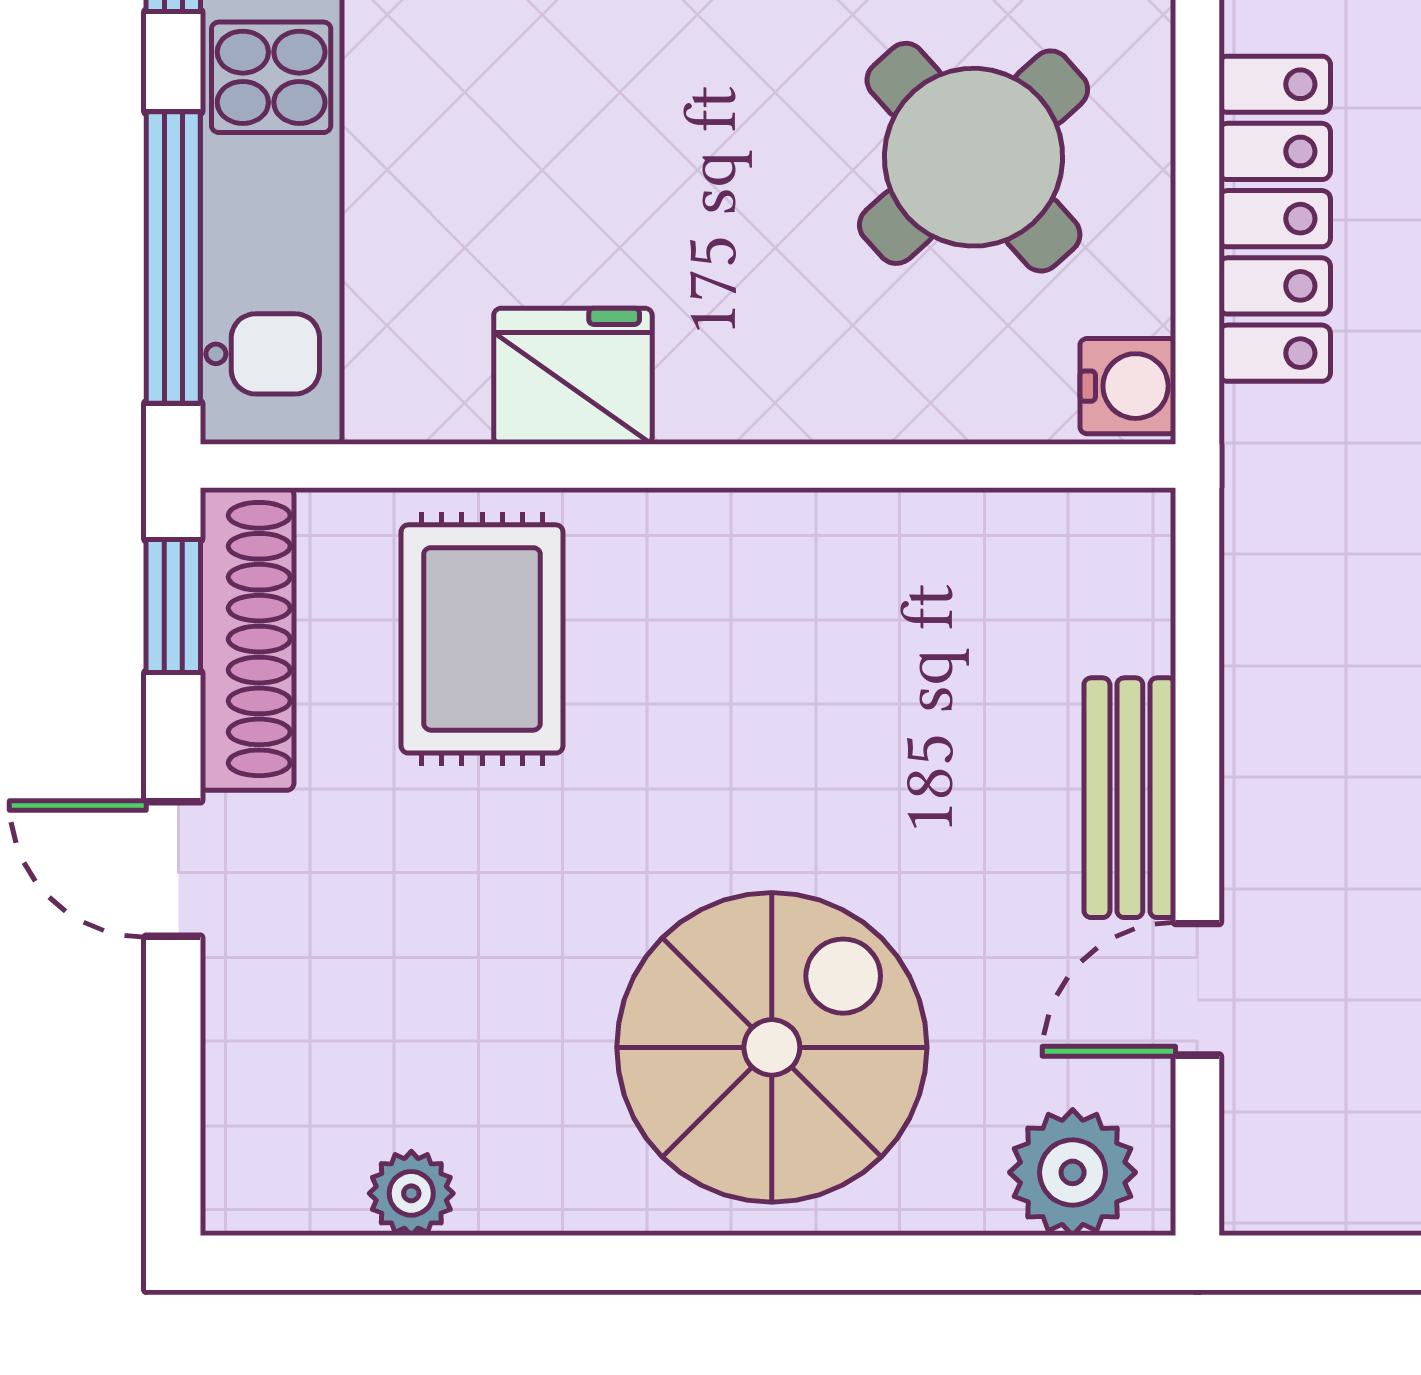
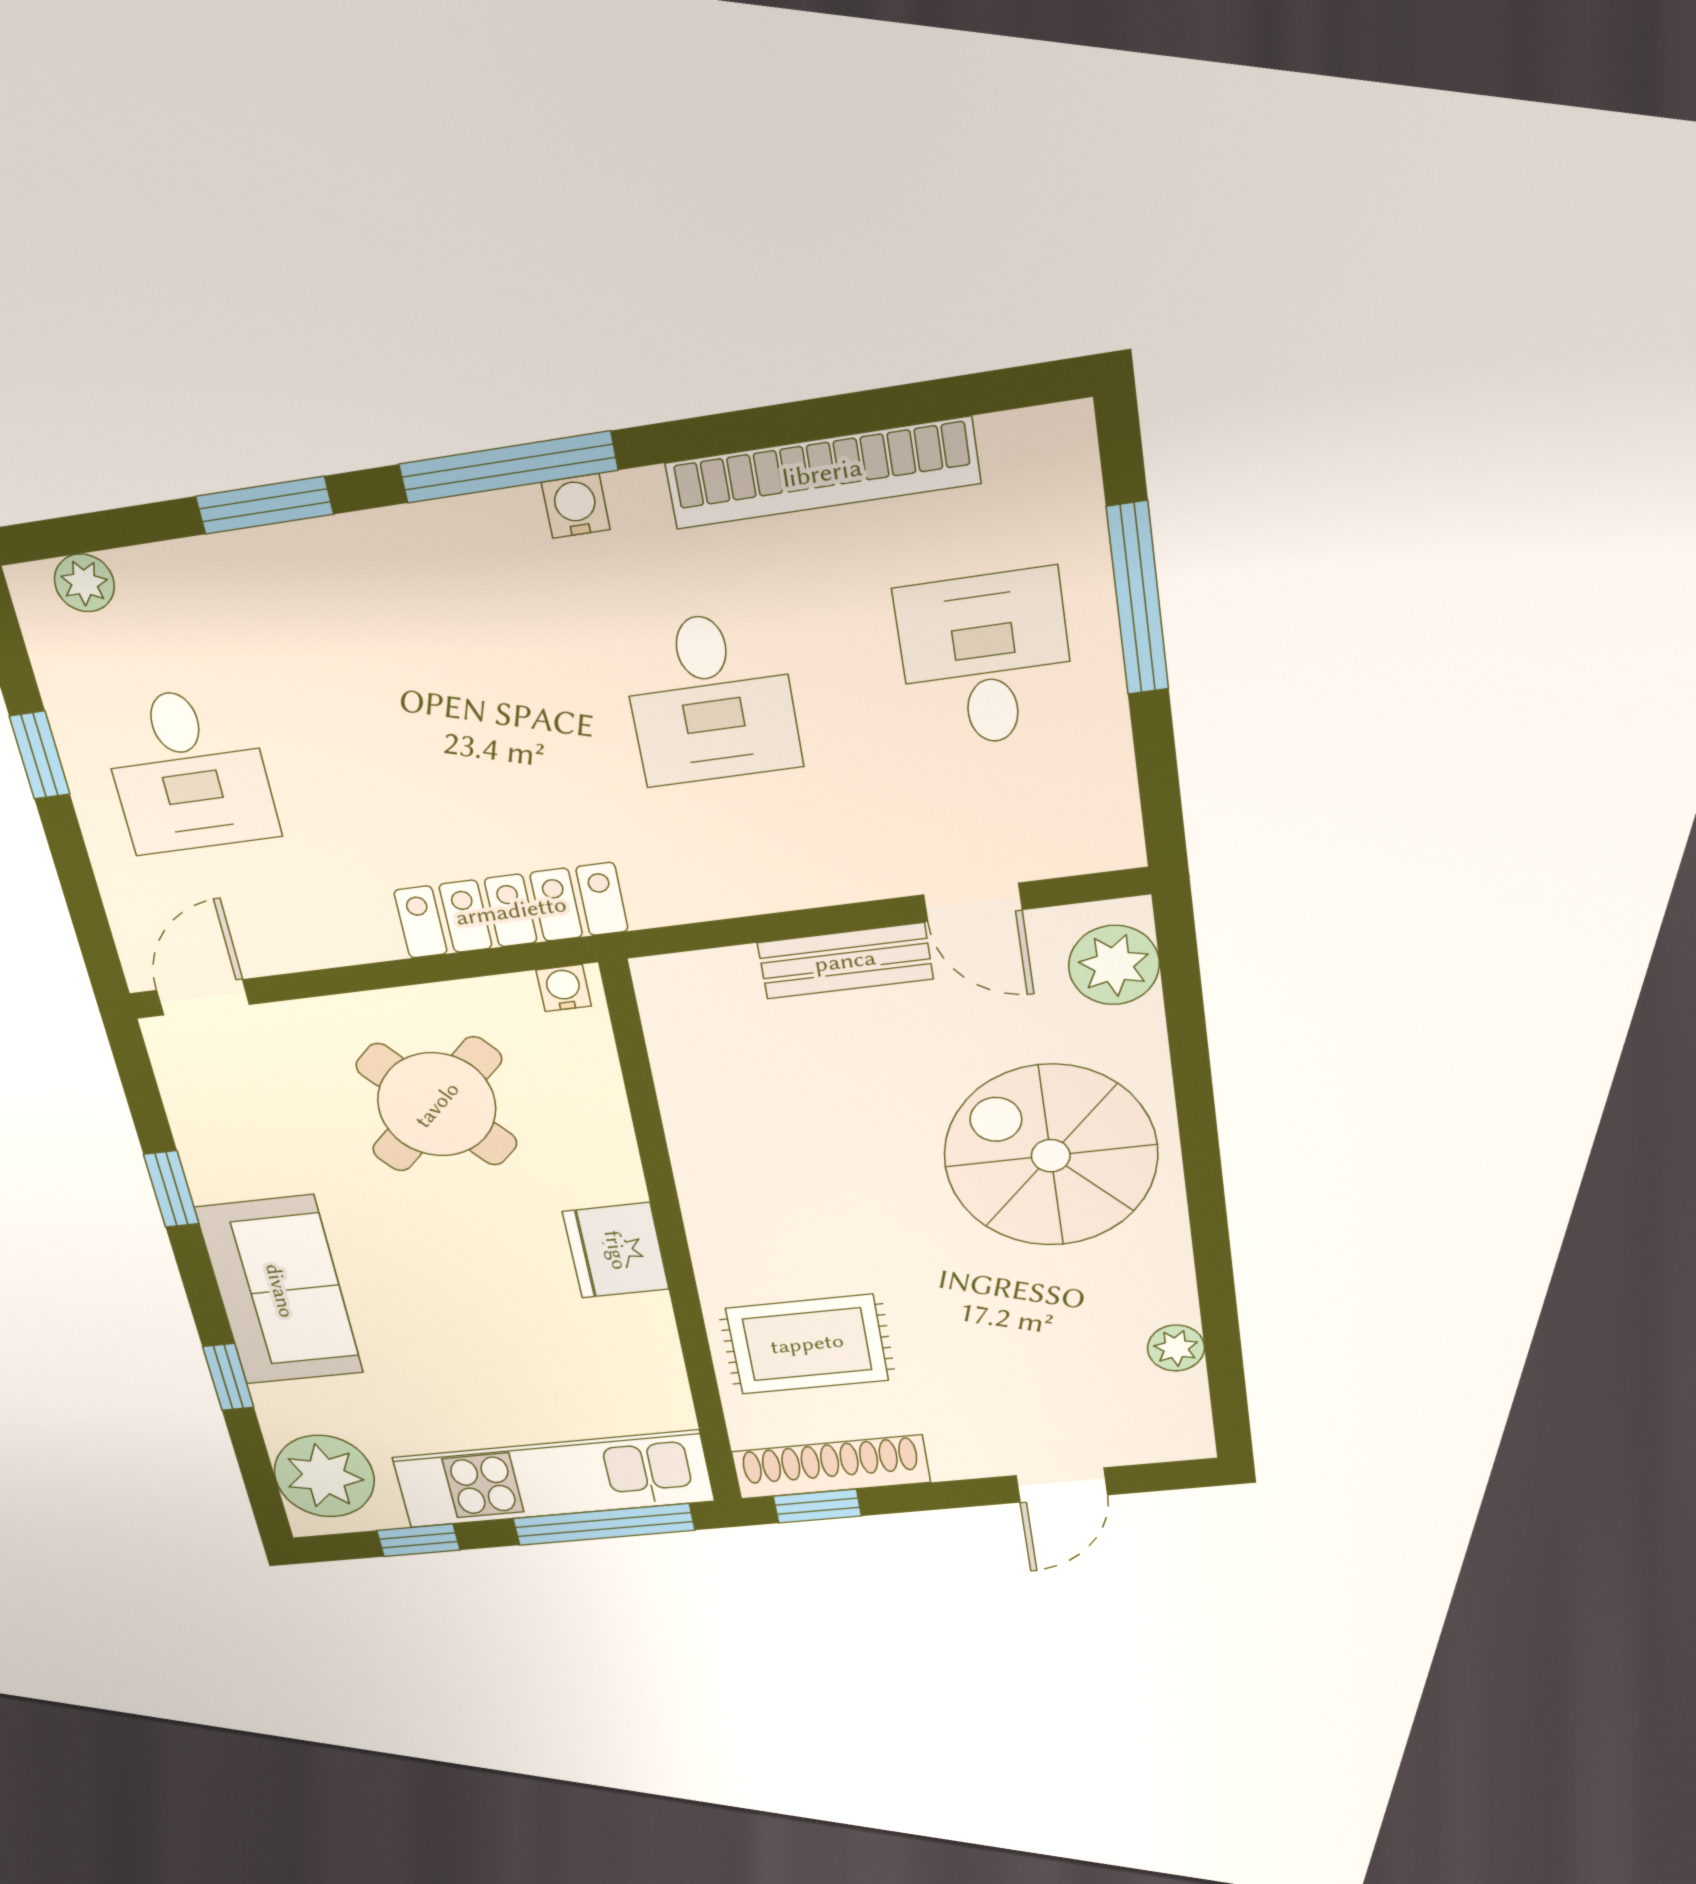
locker: (1275, 219) -> (511, 911), moved
fridge: (573, 376) -> (616, 1250), moved
water cooler: (1128, 386) -> (564, 988), width x0.72, depth x0.72
door: (173, 869) -> (1062, 1485), moved

